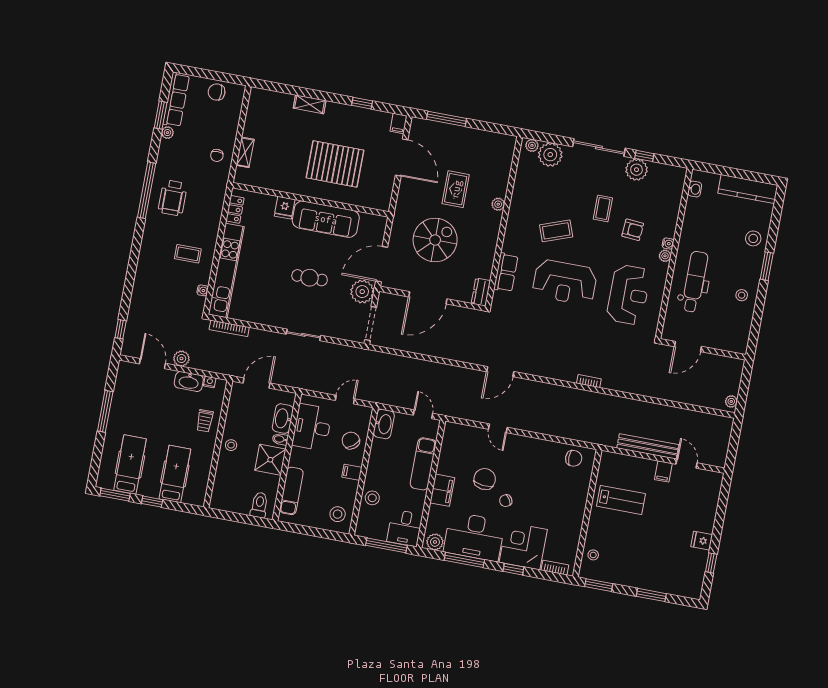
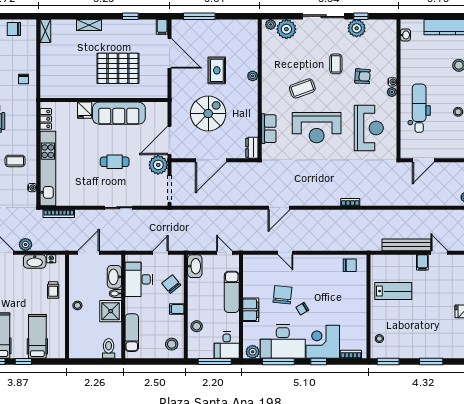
shelving: (245, 152) -> (45, 31), moved

